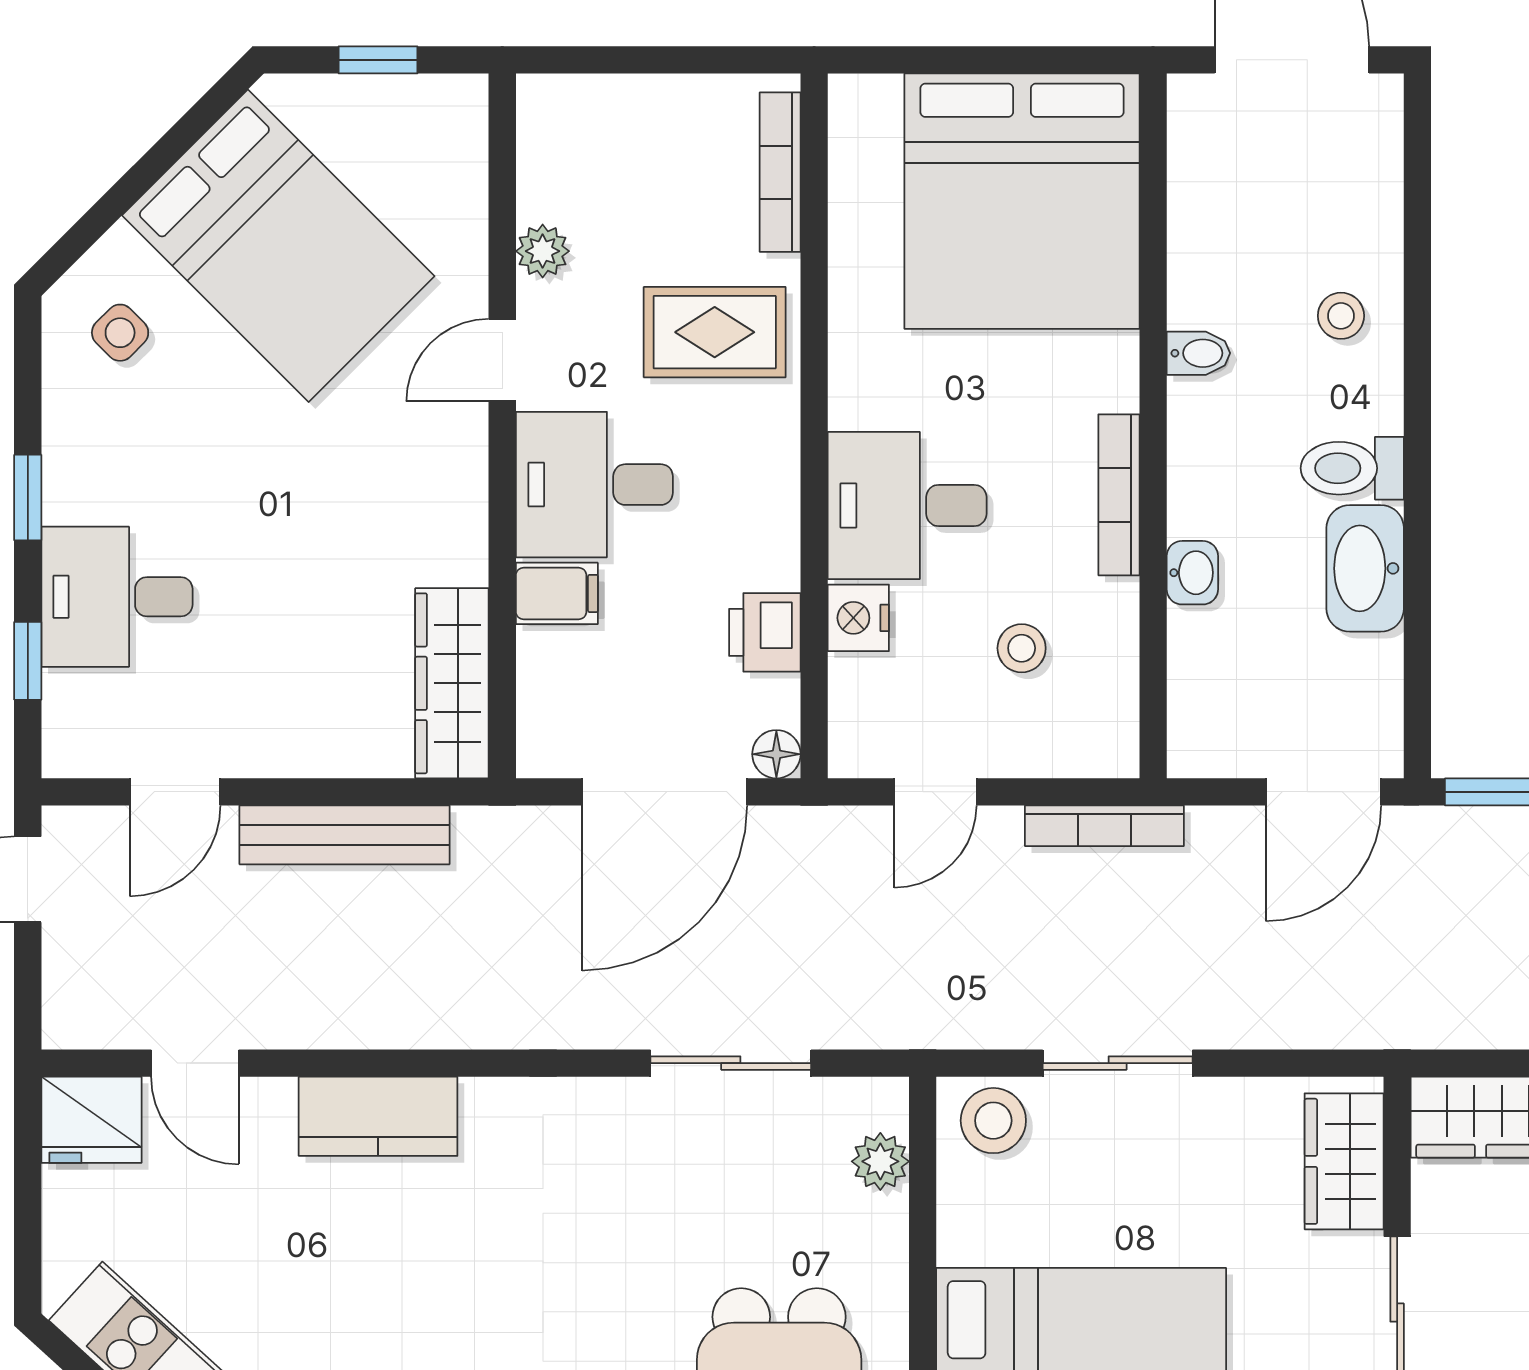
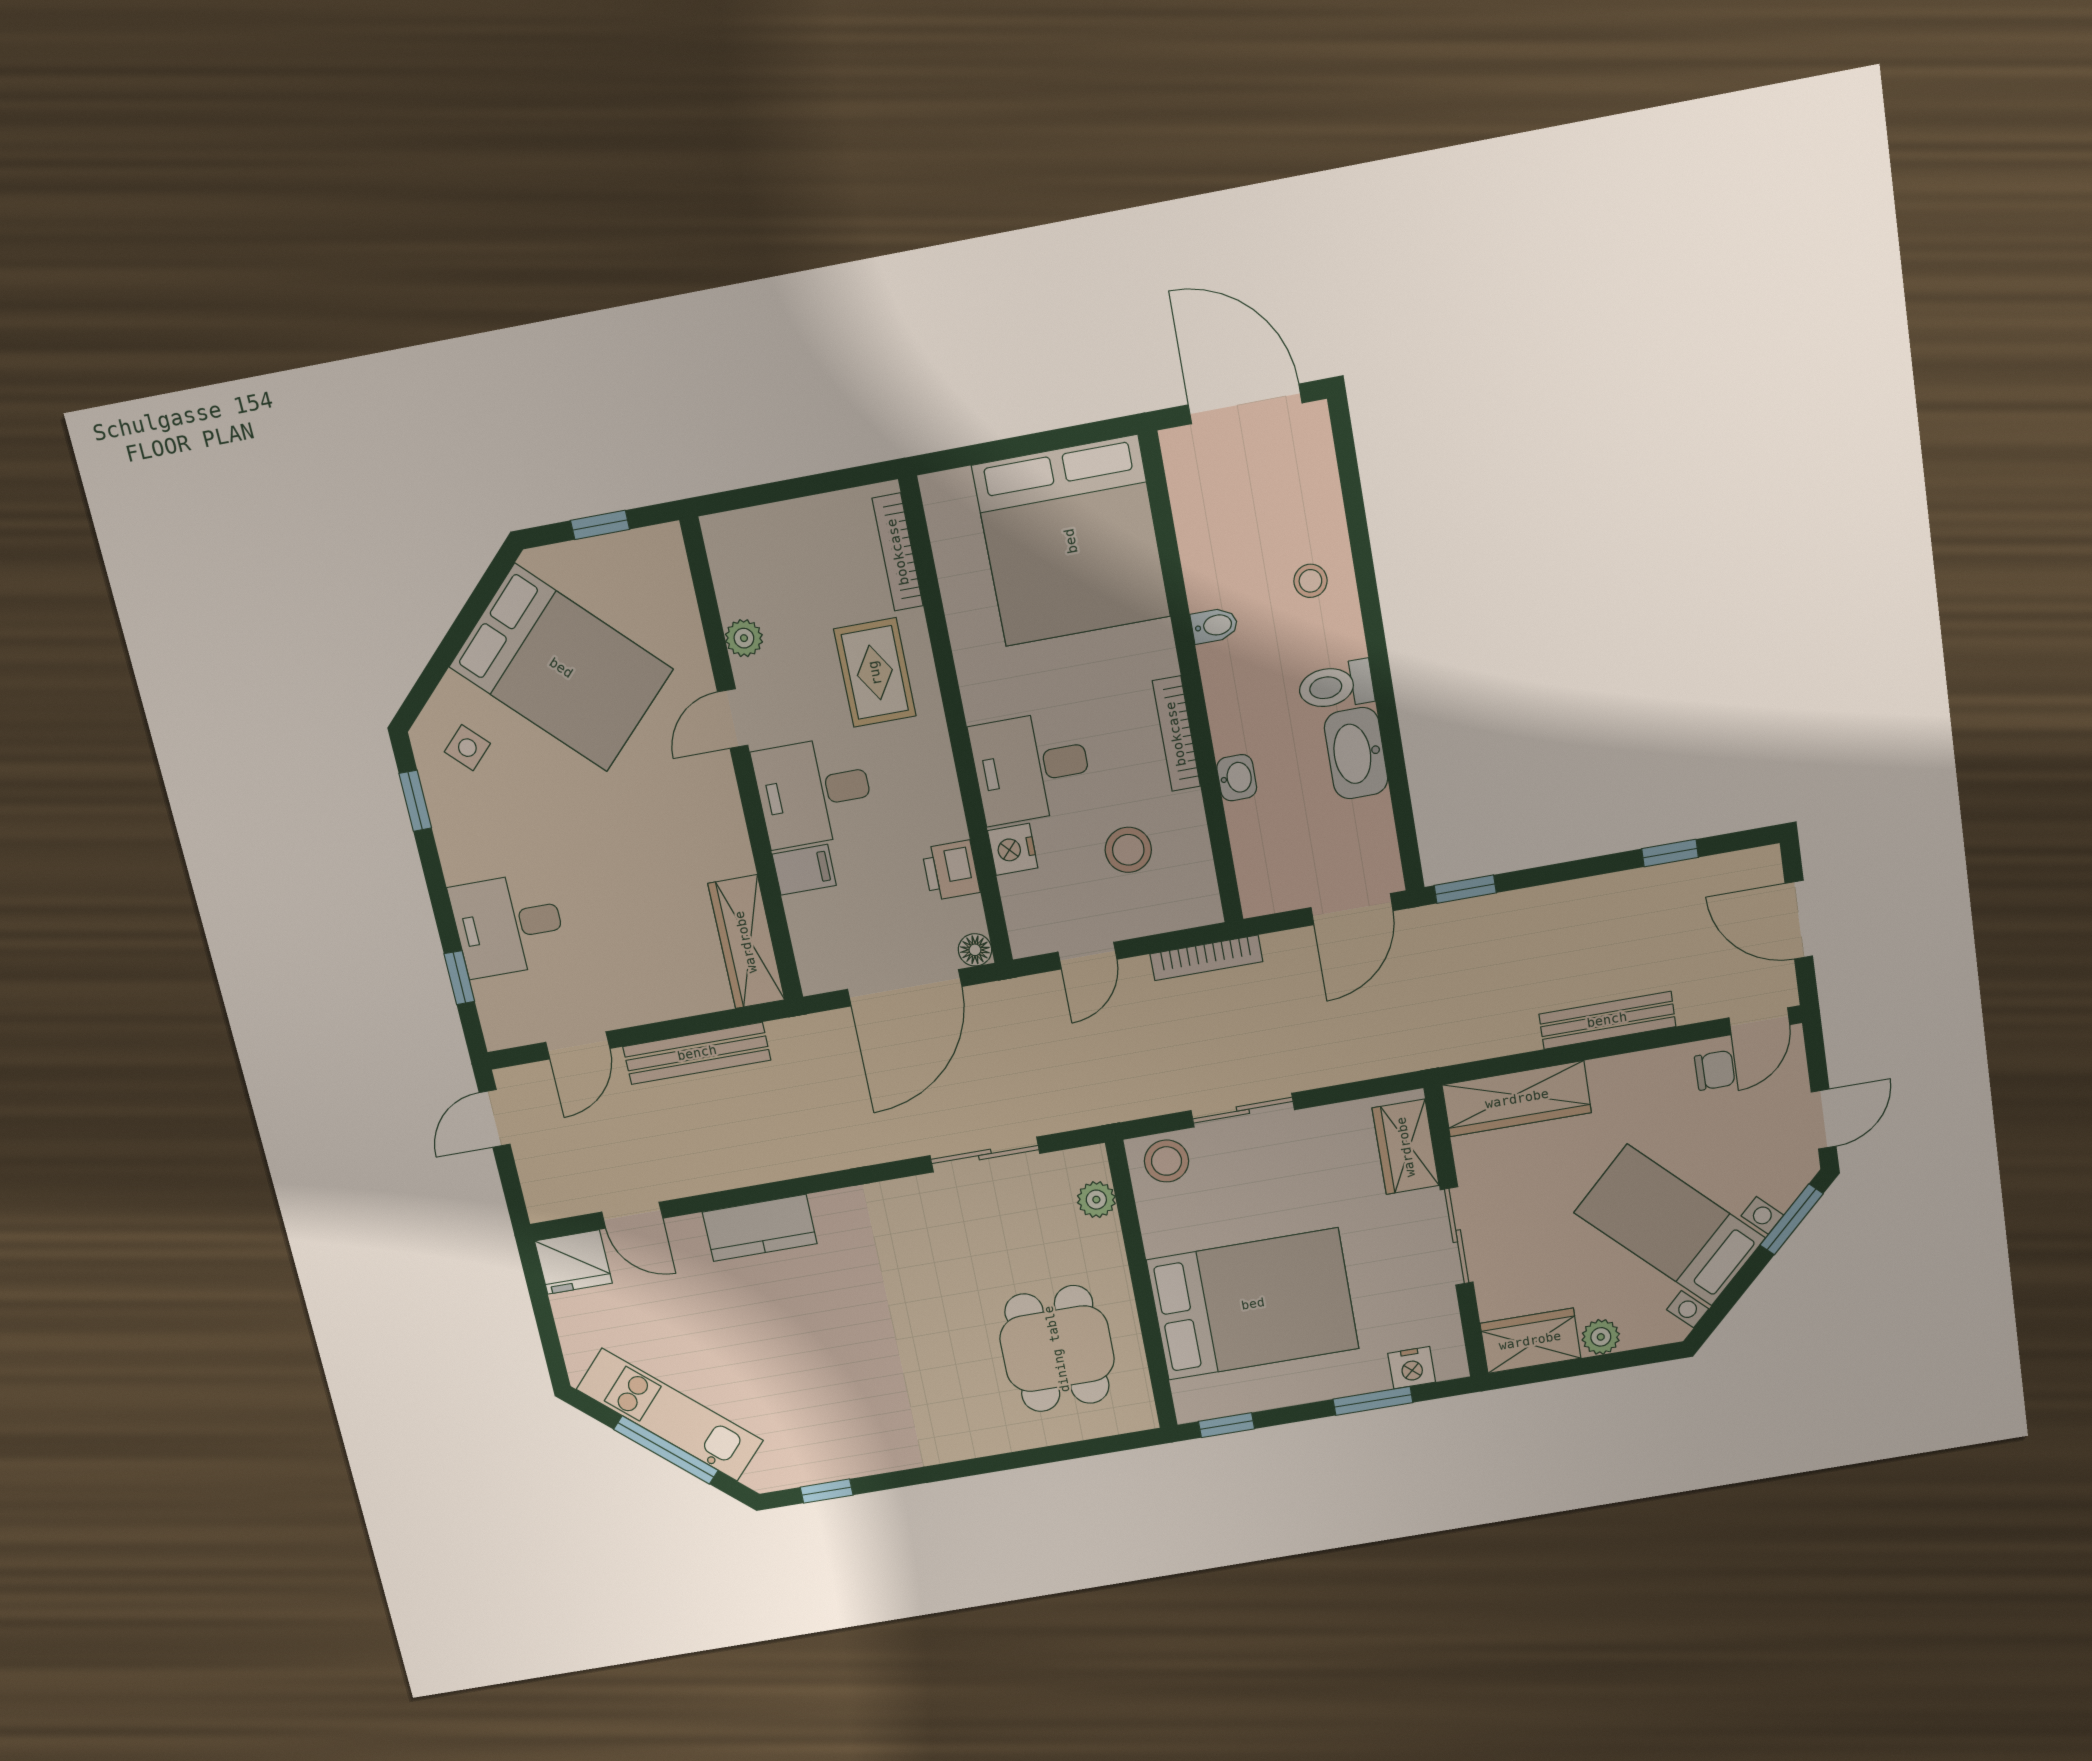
rug: (715, 332) -> (875, 673), turned 90
window: (28, 498) -> (415, 801), moved
stool: (1022, 648) -> (1128, 850), width x1.37, depth x1.37

